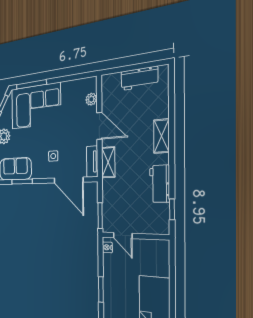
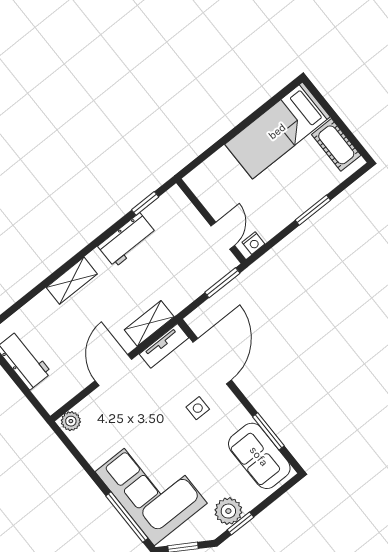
plant: (91, 99) -> (71, 421), moved

